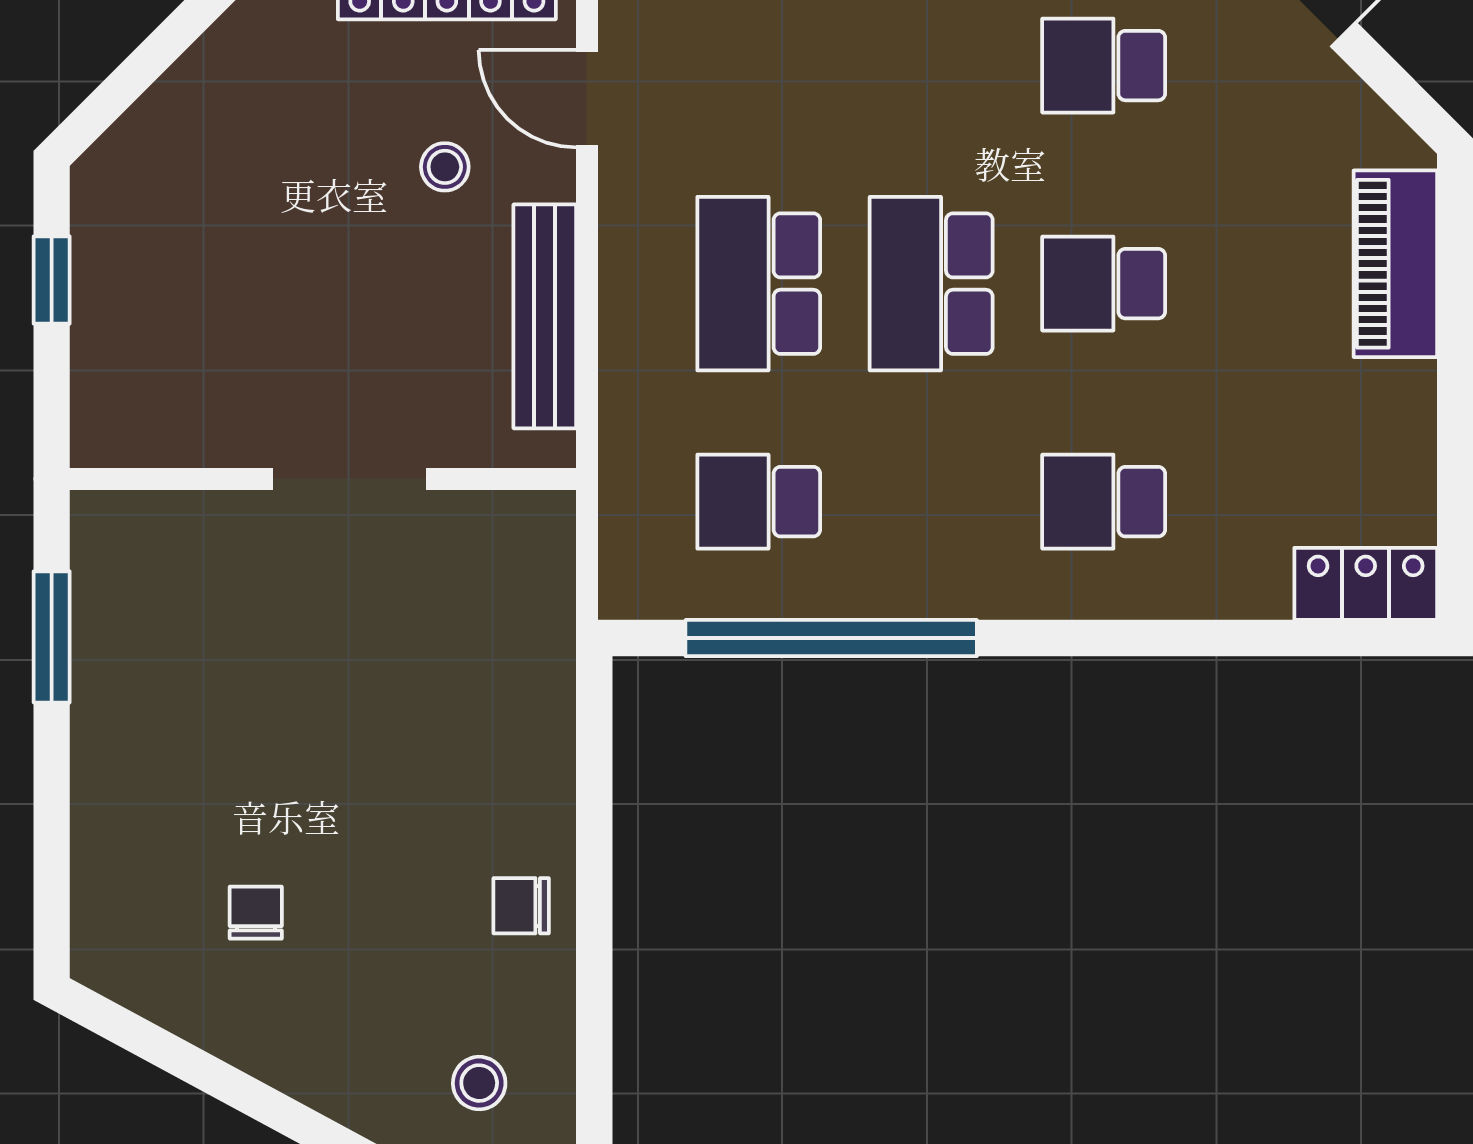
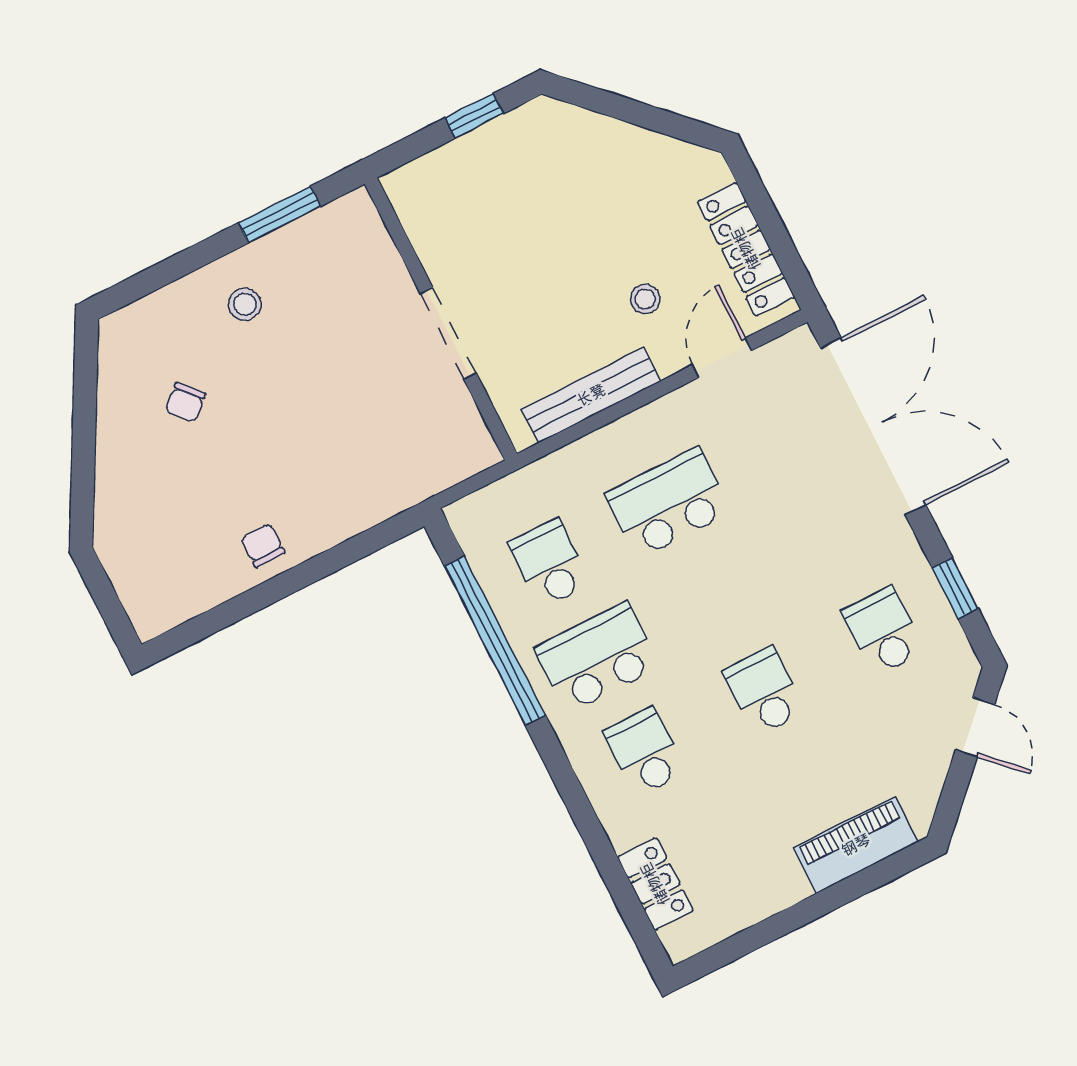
school desk: (931, 284) -> (597, 657), moved
locker: (1366, 584) -> (655, 884), moved
chair: (256, 913) -> (185, 402), turned 138
stool: (479, 1083) -> (245, 304), moved

